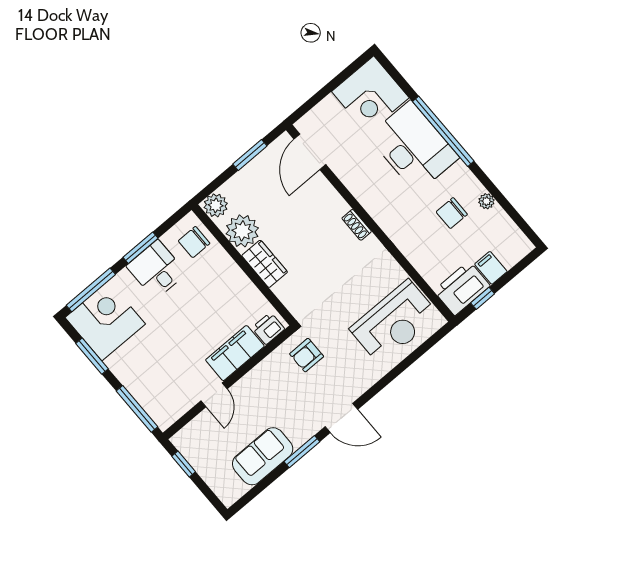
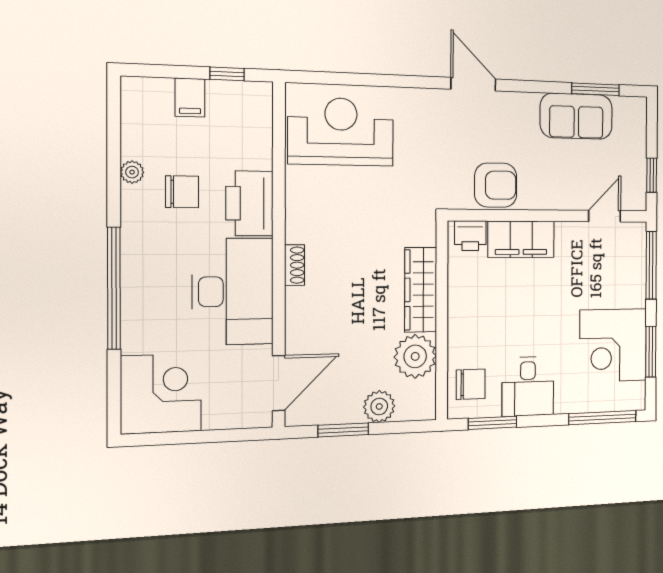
desk: (413, 147) -> (233, 291), moved, turned 180
plant: (216, 205) -> (379, 406), moved
window: (140, 248) -> (492, 423), moved
wardrobe: (265, 264) -> (421, 290), width x1.50
printer: (462, 288) -> (250, 203), moved, turned 90
corner desk: (105, 321) -> (613, 345), moved
armchair: (307, 355) -> (496, 185), moved, width x1.38, depth x1.38
door: (214, 395) -> (605, 216), moved
window: (302, 452) -> (596, 89), moved

